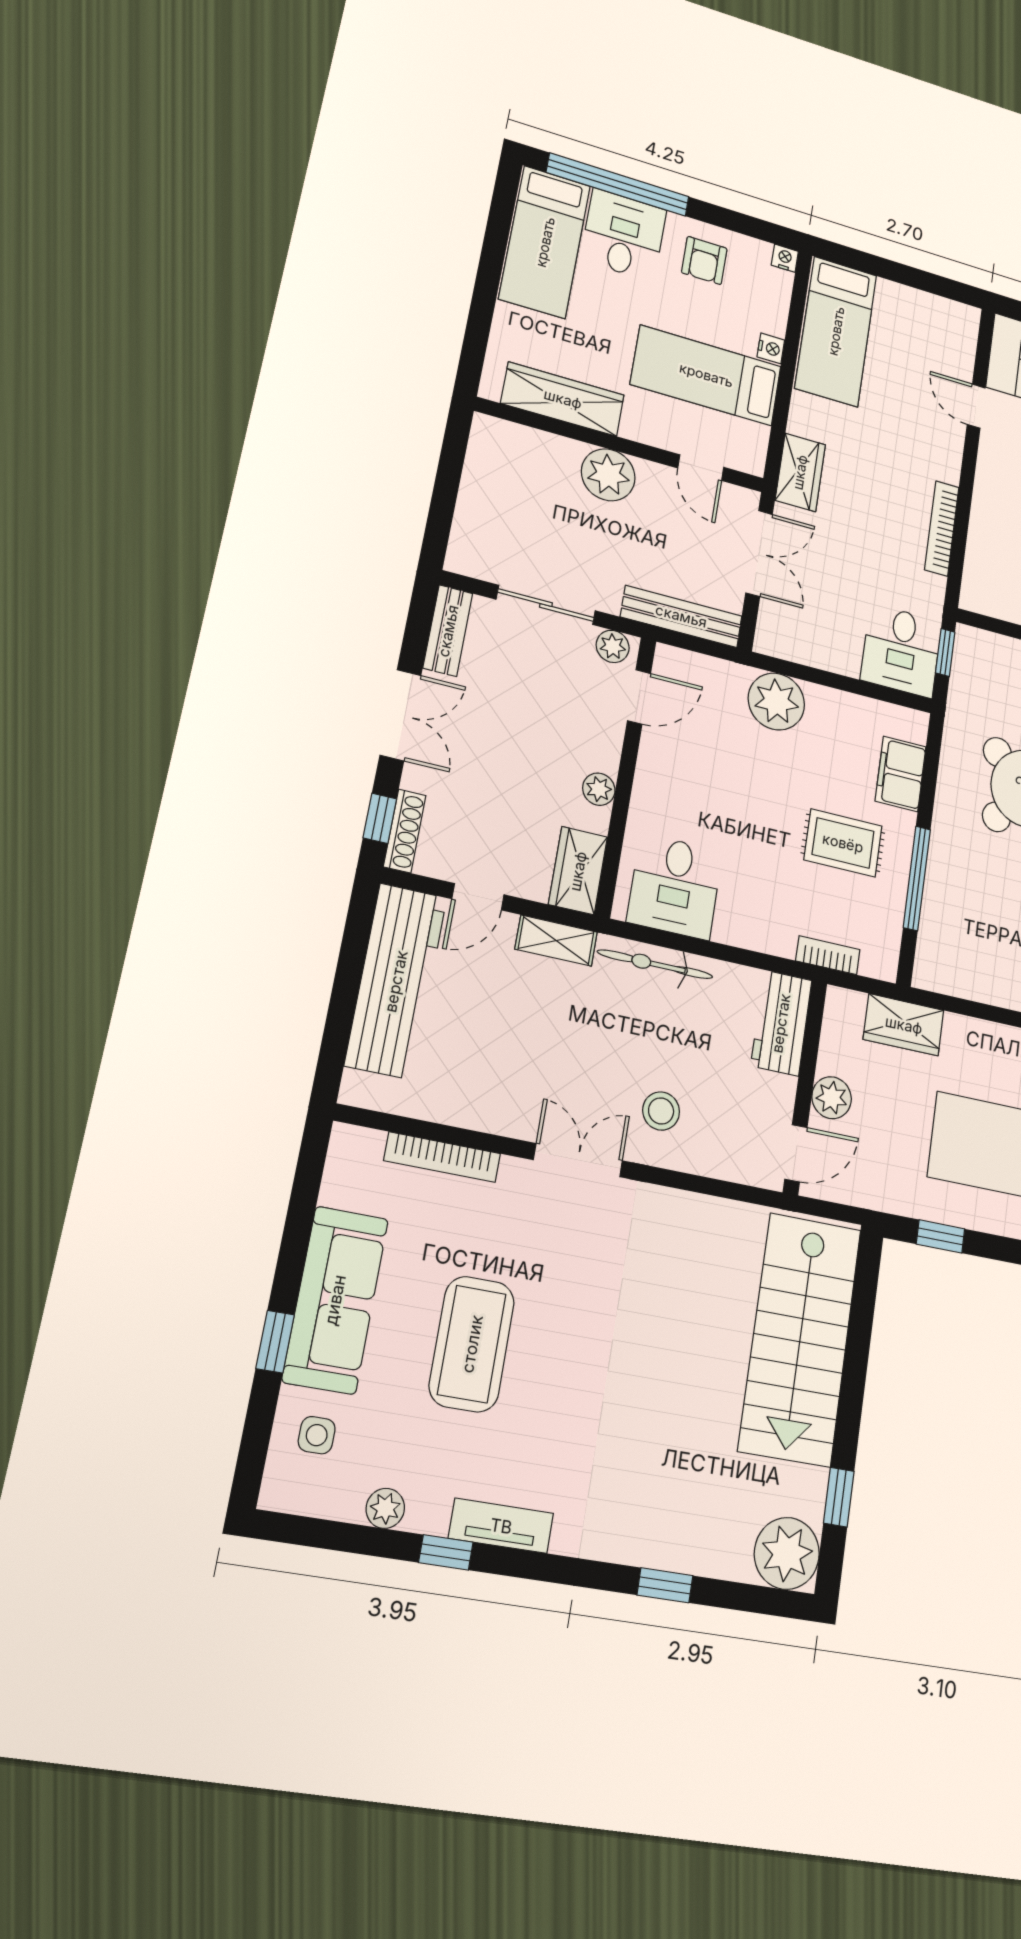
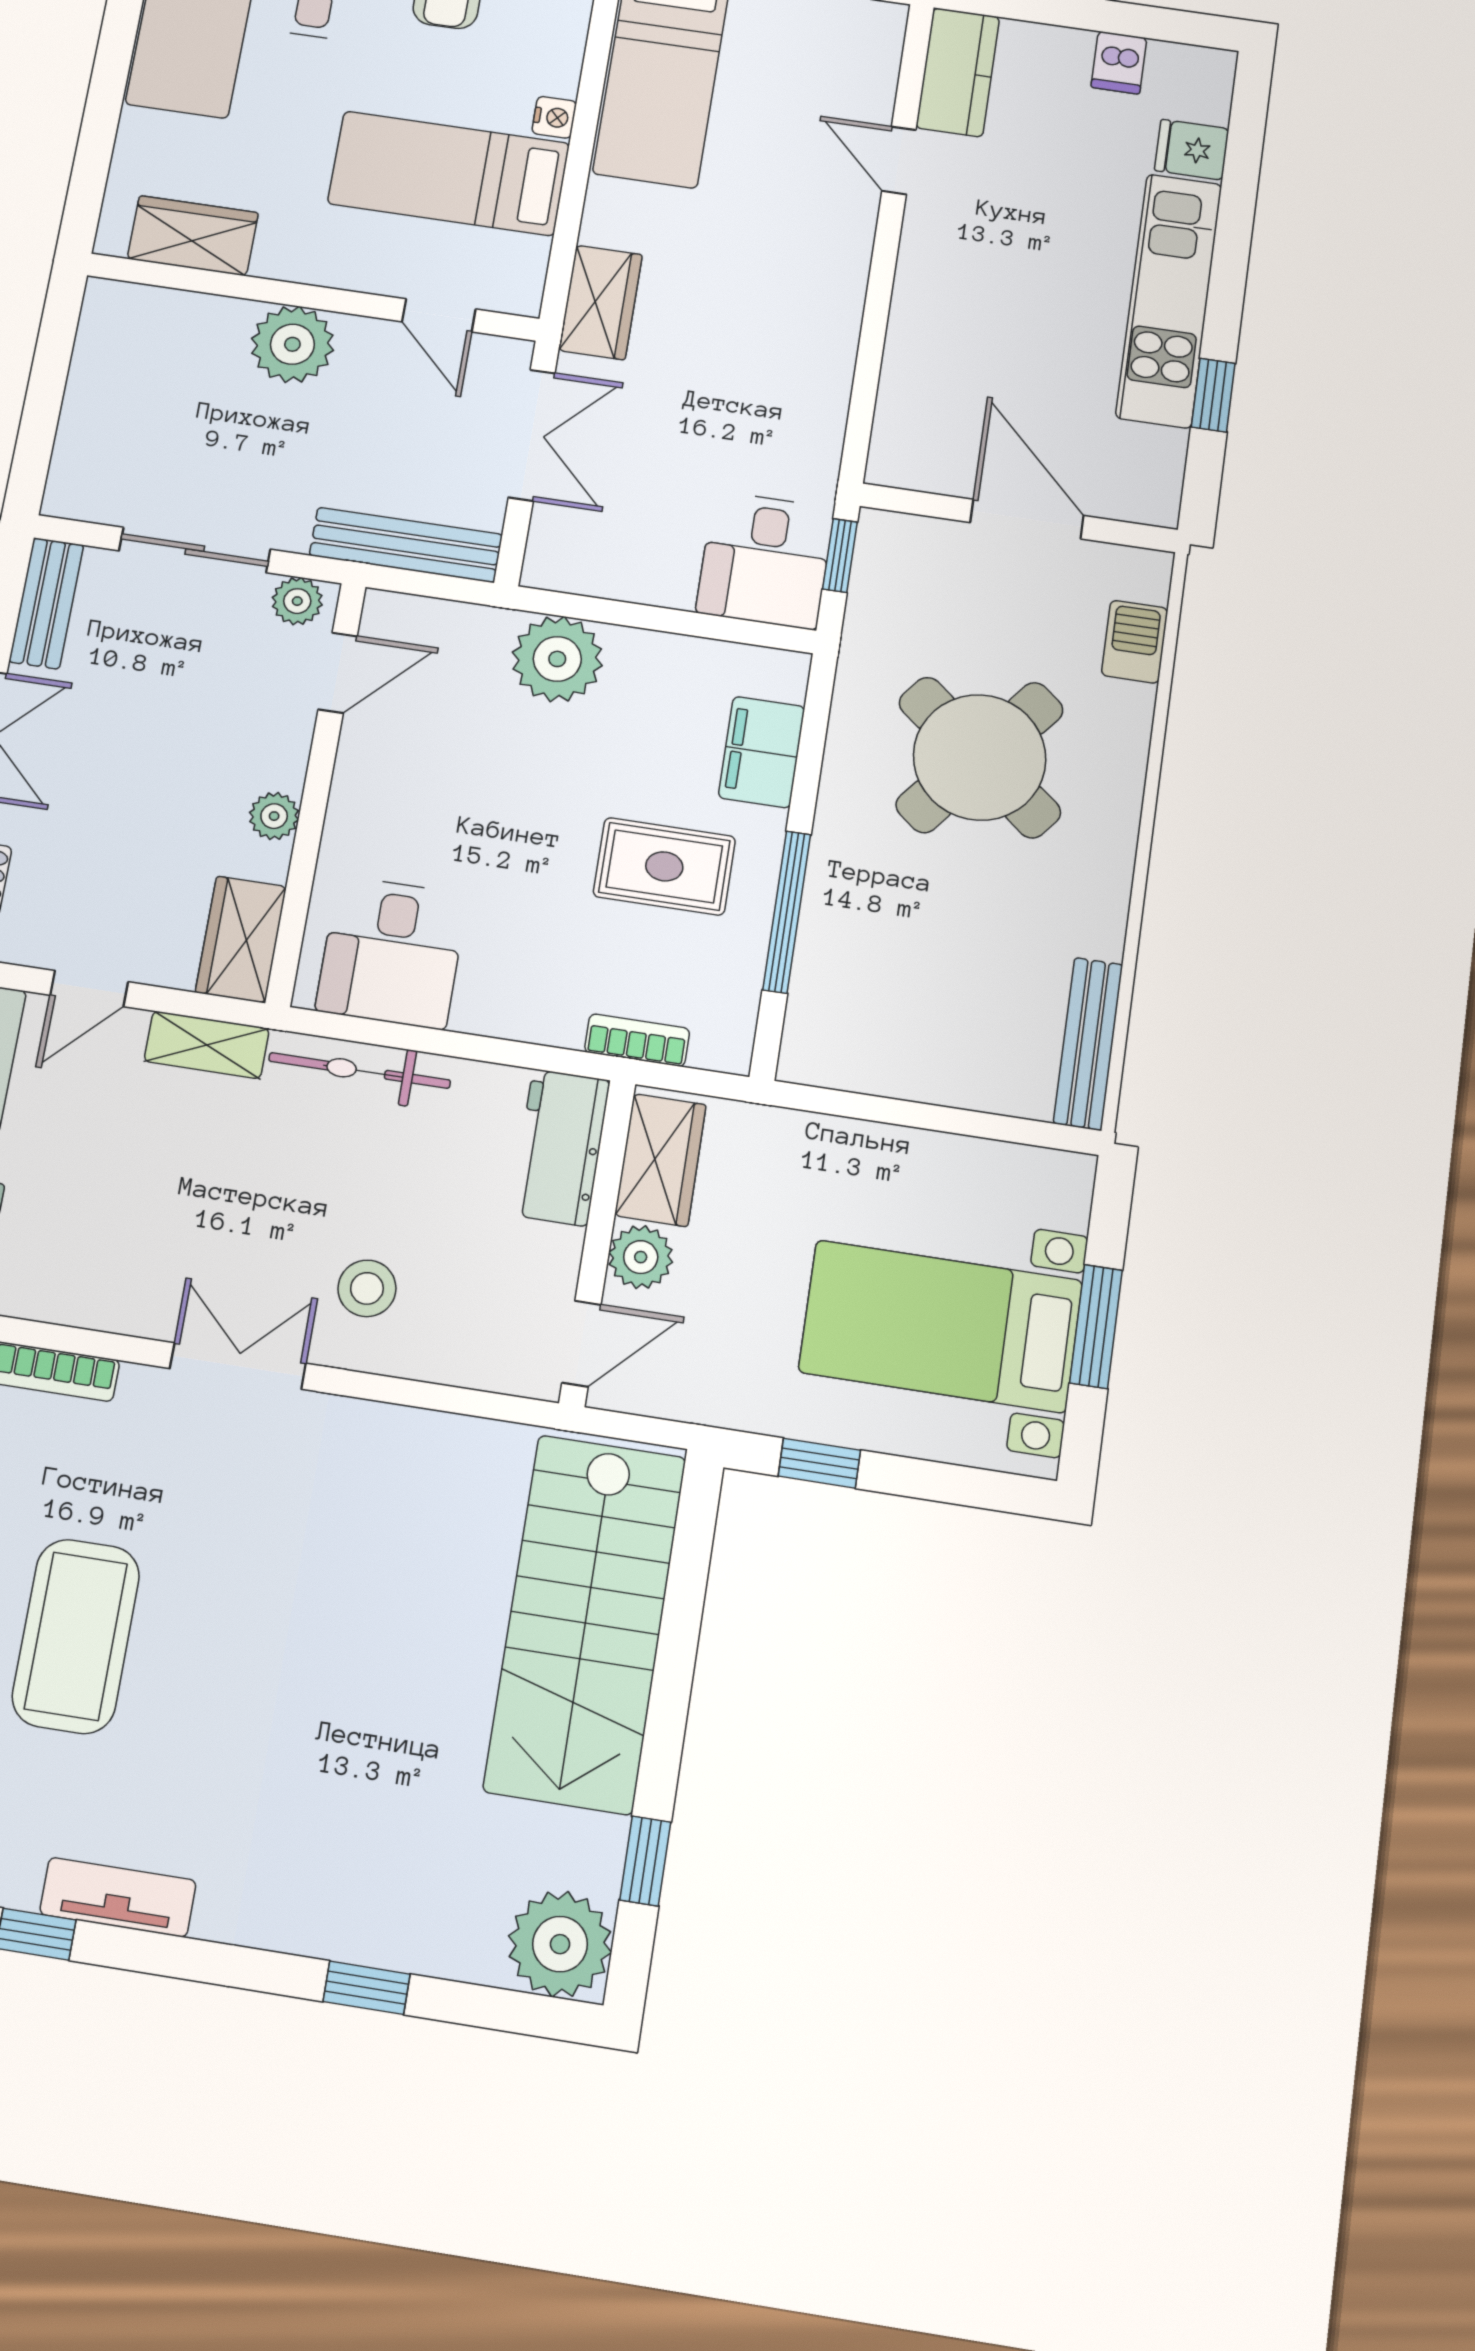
wardrobe: (563, 399) -> (193, 236), width x0.67
bookcase: (942, 528) -> (837, 361), removed
wardrobe: (904, 1025) -> (660, 1160), moved, turned -90

